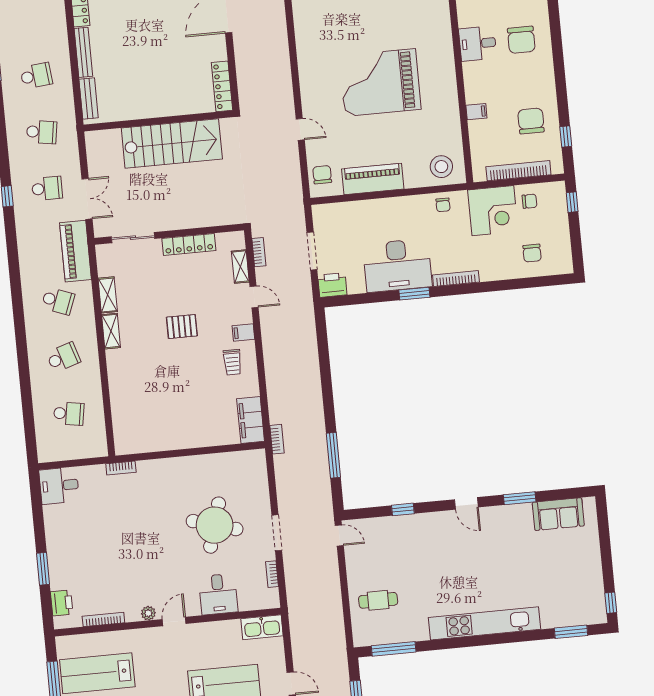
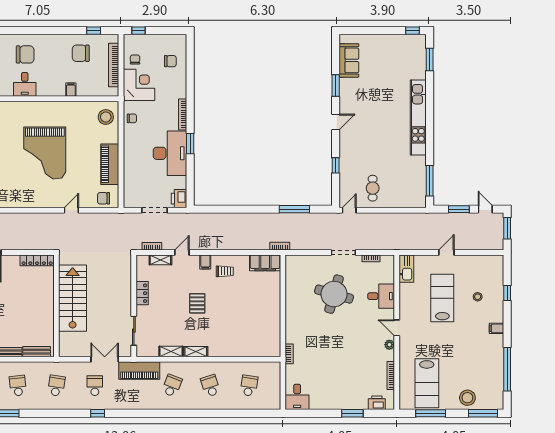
locker: (189, 244) -> (142, 293), width x0.66
cafe table: (378, 600) -> (373, 188), moved

